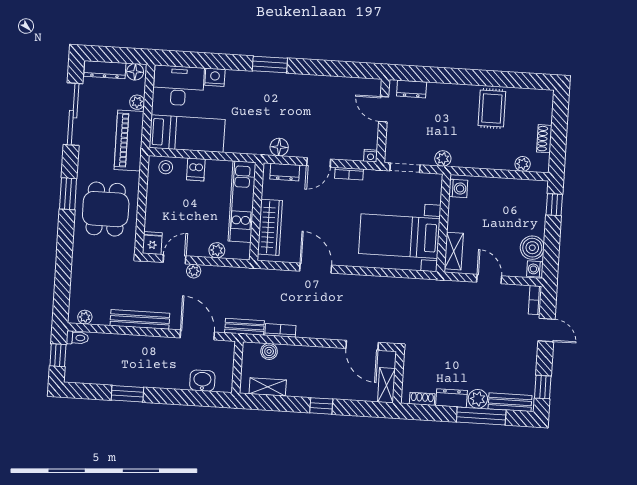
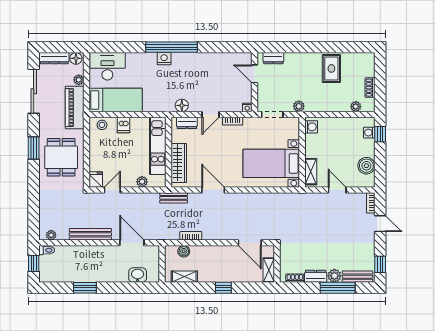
window: (270, 65) -> (171, 47), width x2.11
nightstand: (215, 77) -> (164, 59), moved
washing machine: (535, 269) -> (369, 133), moved
plant: (194, 271) -> (126, 198), removed
bench: (244, 327) -> (174, 198), moved

